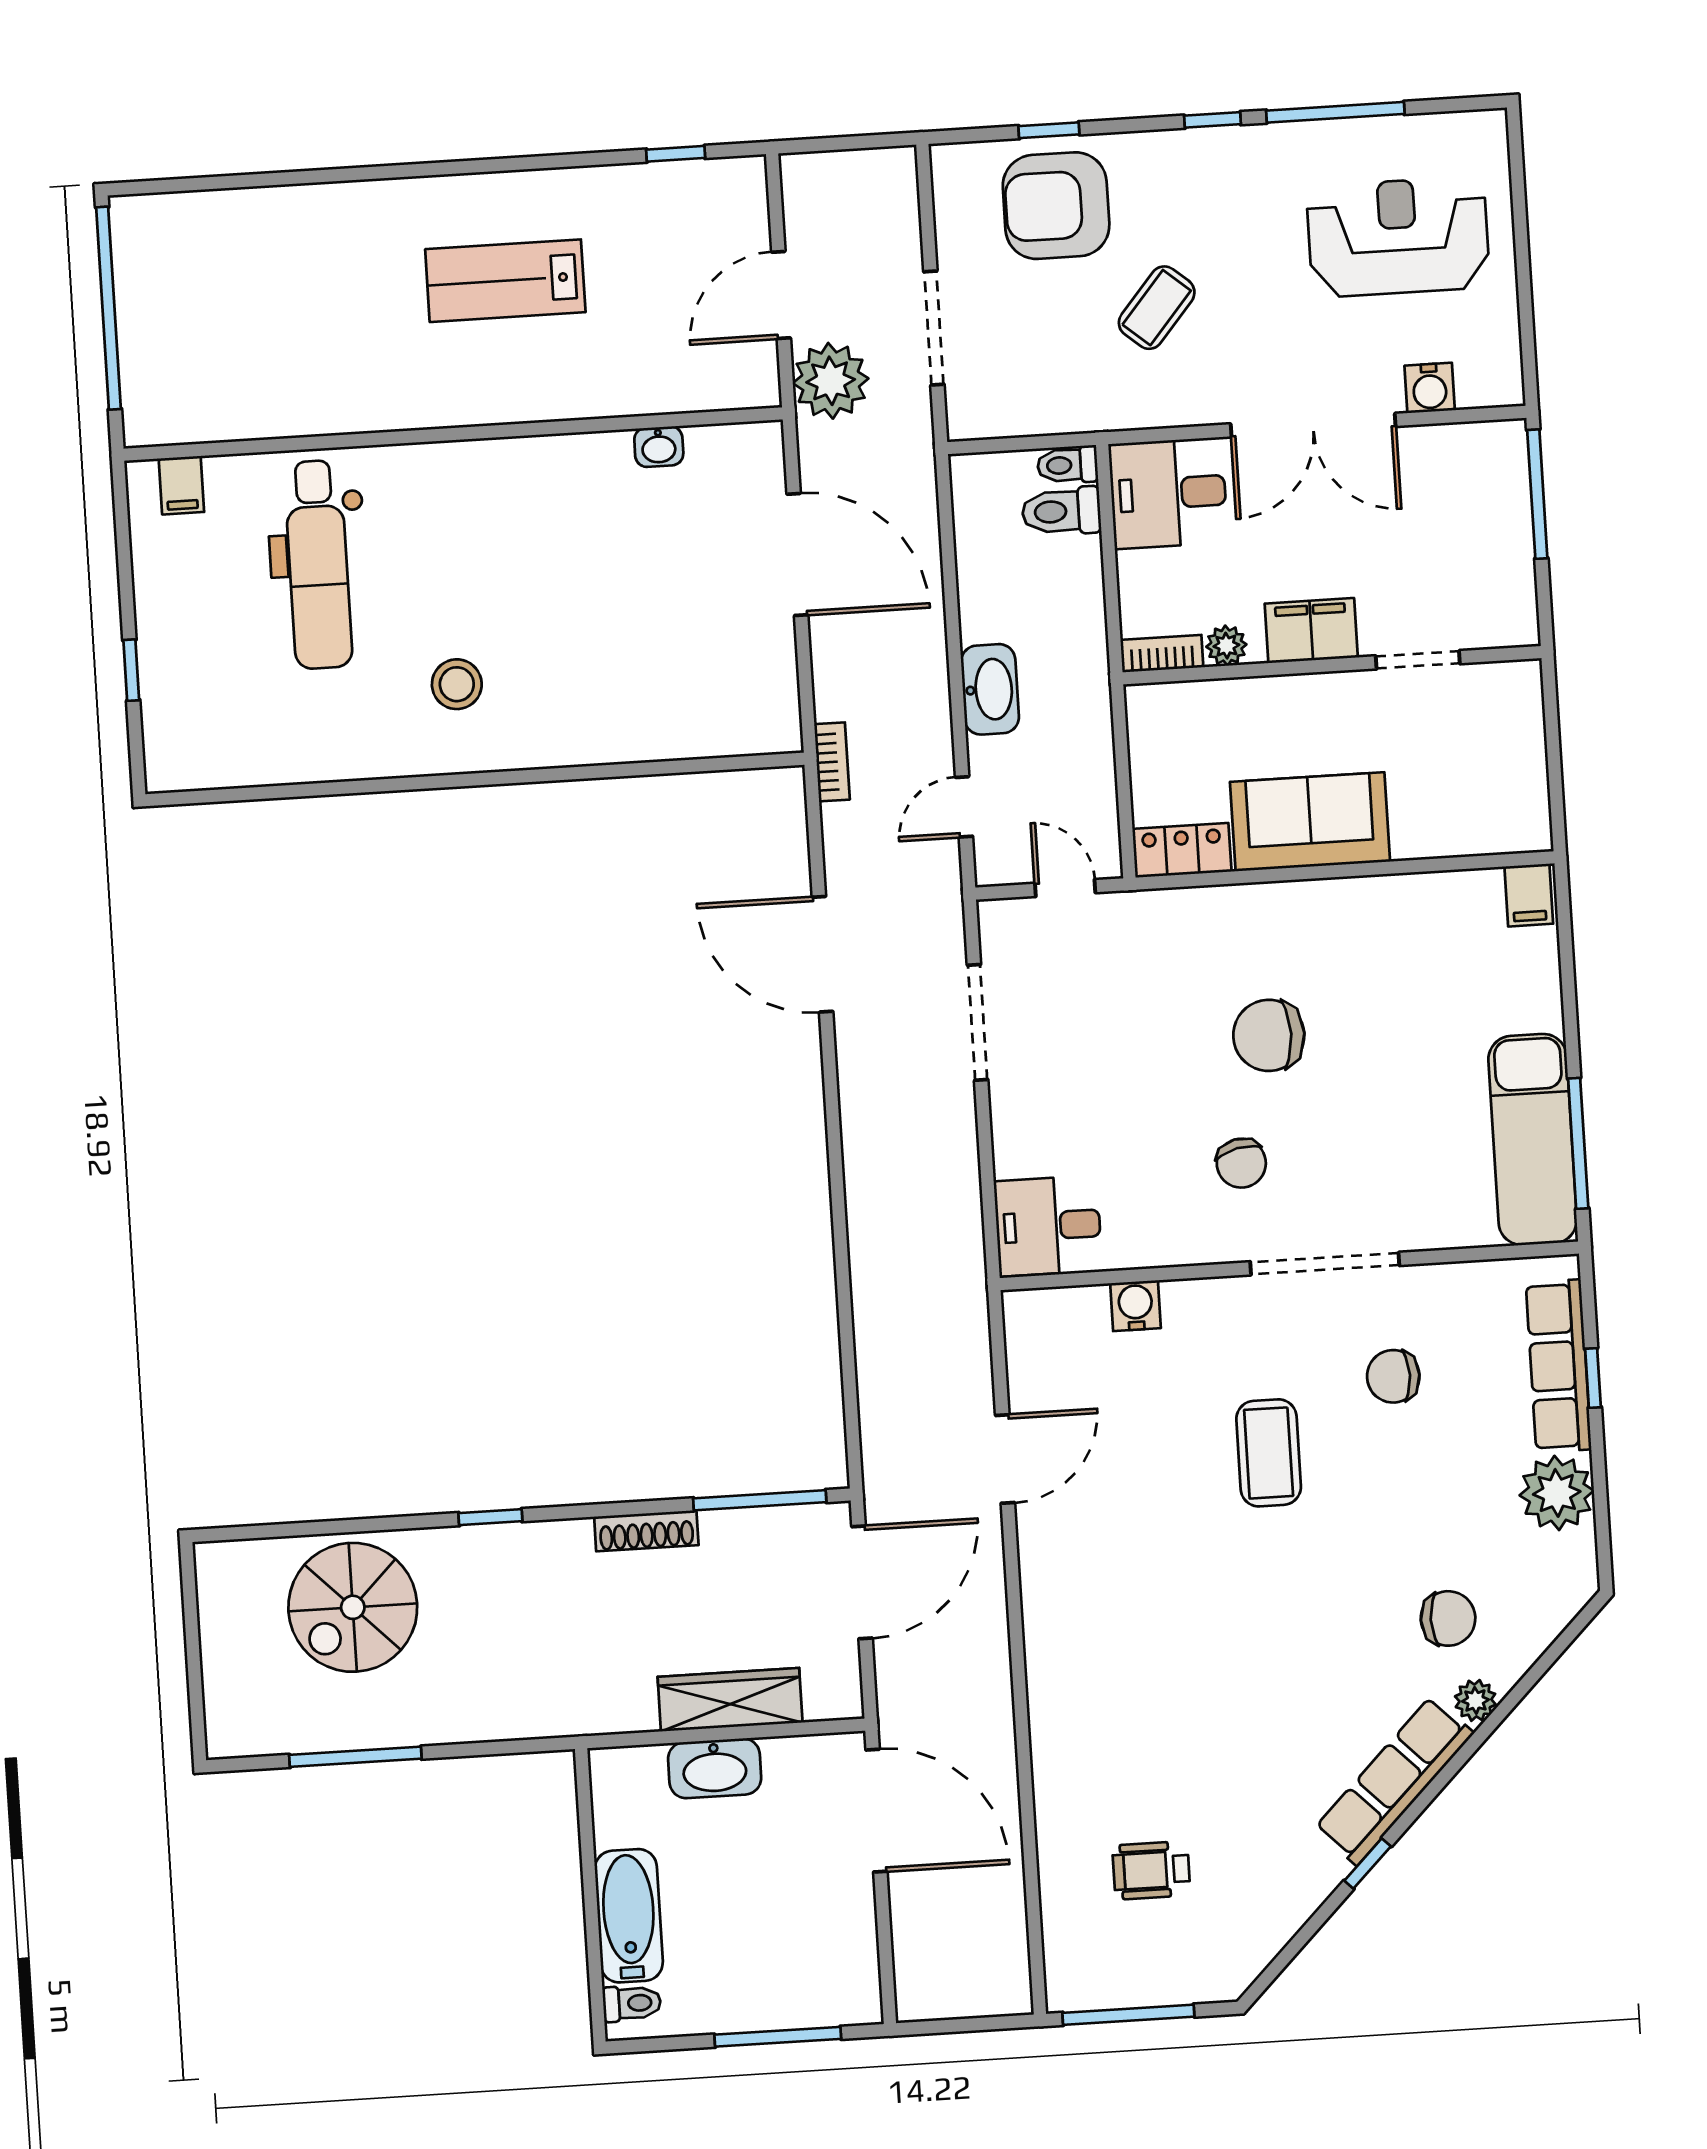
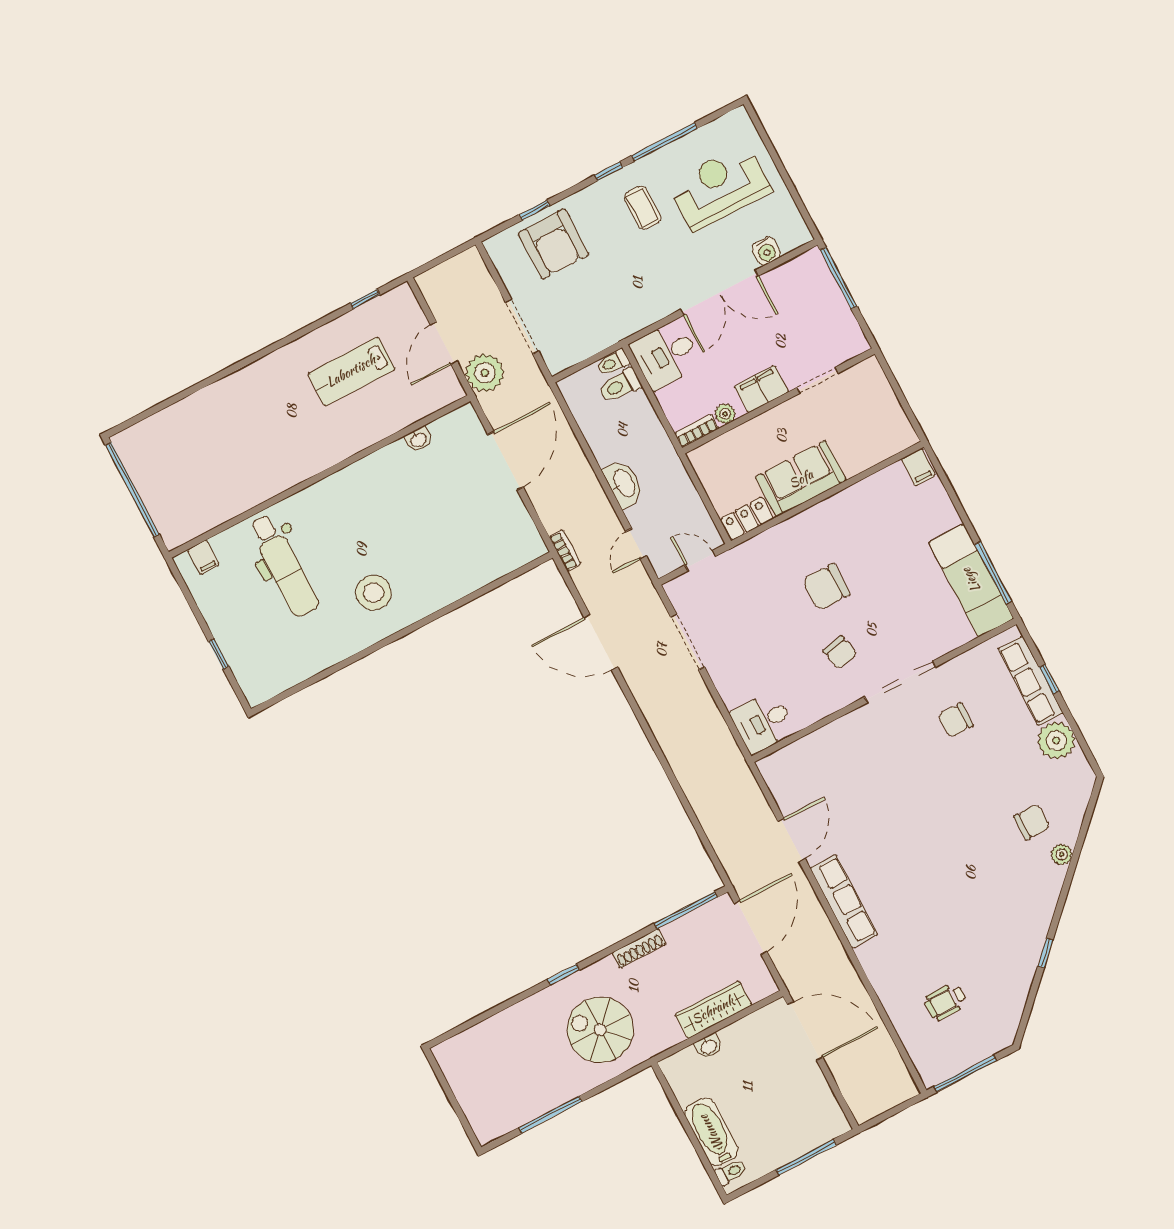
armchair: (1056, 206) -> (553, 244), turned -90
lab bench: (505, 281) -> (351, 371), moved
coffee table: (1157, 308) -> (643, 208), moved, turned -40
door: (797, 554) -> (506, 461), hinge flipped
stool: (457, 684) -> (374, 593), width x1.38, depth x1.38
water cooler: (1135, 1306) -> (820, 741), removed
coffee table: (1269, 1453) -> (913, 782), removed
spiral stairs: (353, 1607) -> (600, 1030), moved, turned 90
washbasin: (715, 1768) -> (709, 1046), width x0.52, depth x0.69
row of seats: (1394, 1781) -> (844, 901), moved, turned 135

